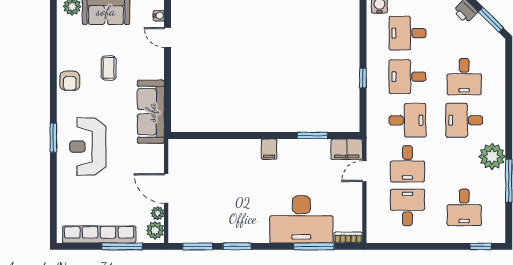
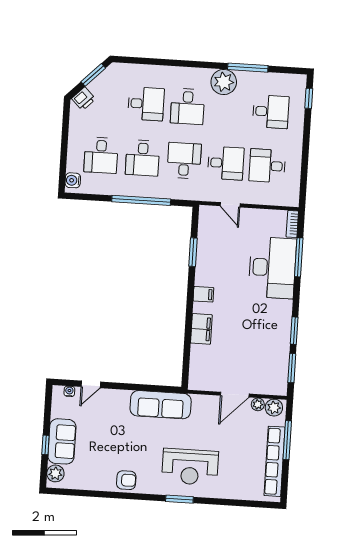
coffee table: (109, 68) -> (116, 442), removed
window: (363, 78) -> (141, 200), width x3.17
filing cabinet: (347, 149) -> (201, 329), moved

